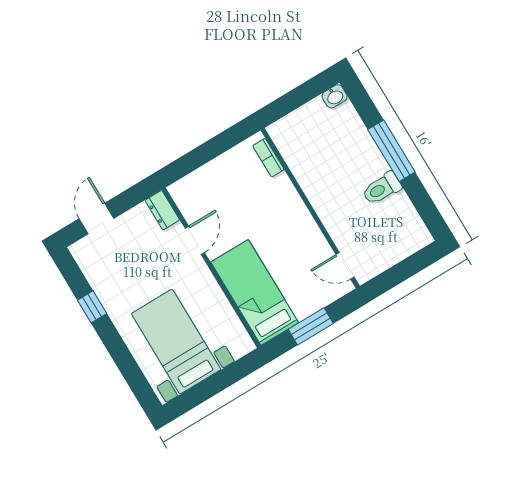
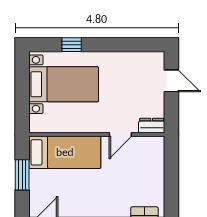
door: (195, 240) -> (120, 135), hinge flipped
window: (92, 307) -> (72, 45), moved

